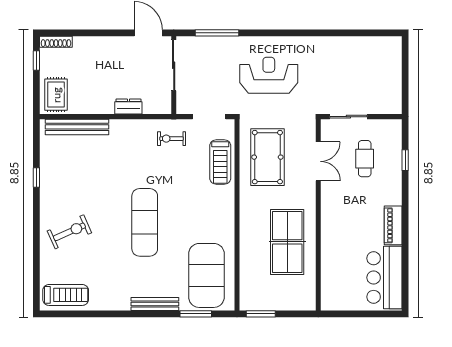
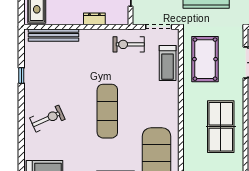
exercise bike: (172, 139) -> (129, 44), width x1.38, depth x1.39

